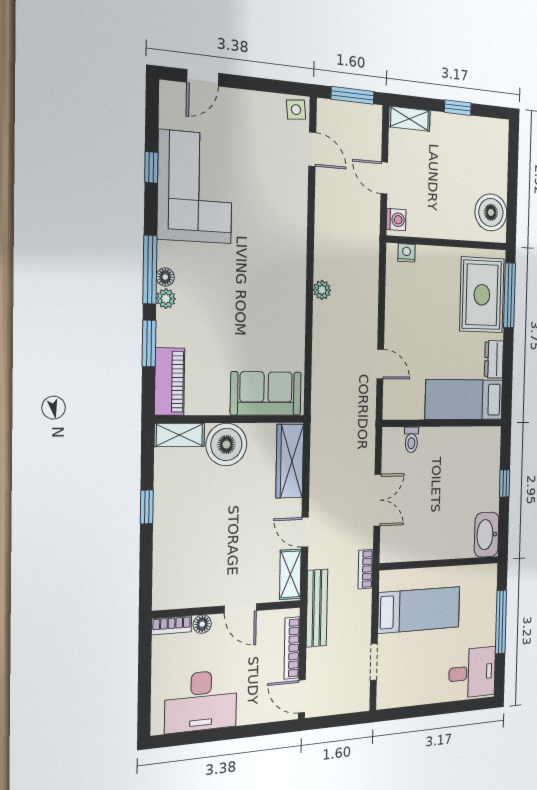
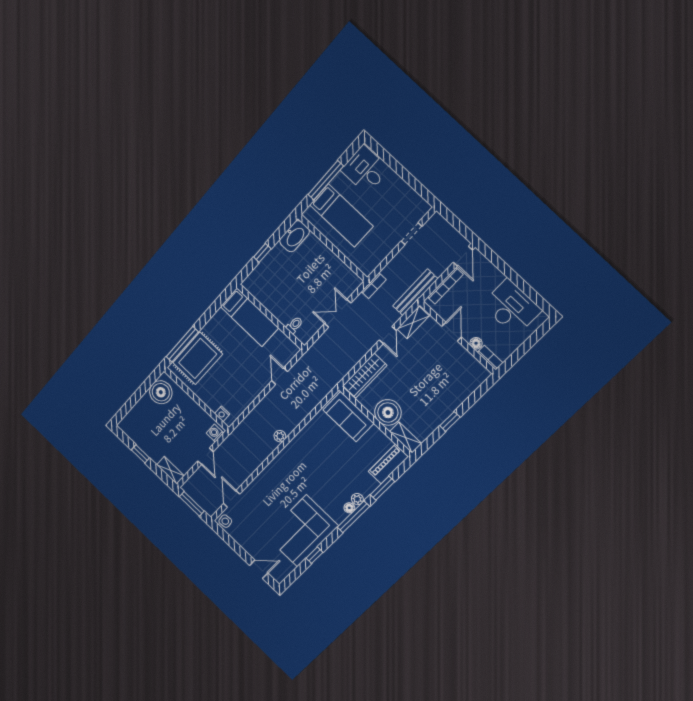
dresser: (494, 359) -> (217, 321), removed
bed: (419, 610) -> (341, 215), moved, turned 180

